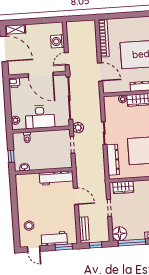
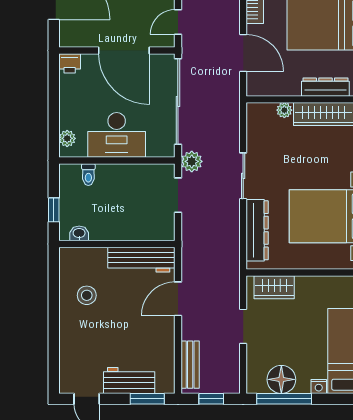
door: (76, 196) -> (178, 299), swing flipped
stool: (29, 226) -> (87, 295), moved
floor lamp: (119, 234) -> (281, 379), moved

